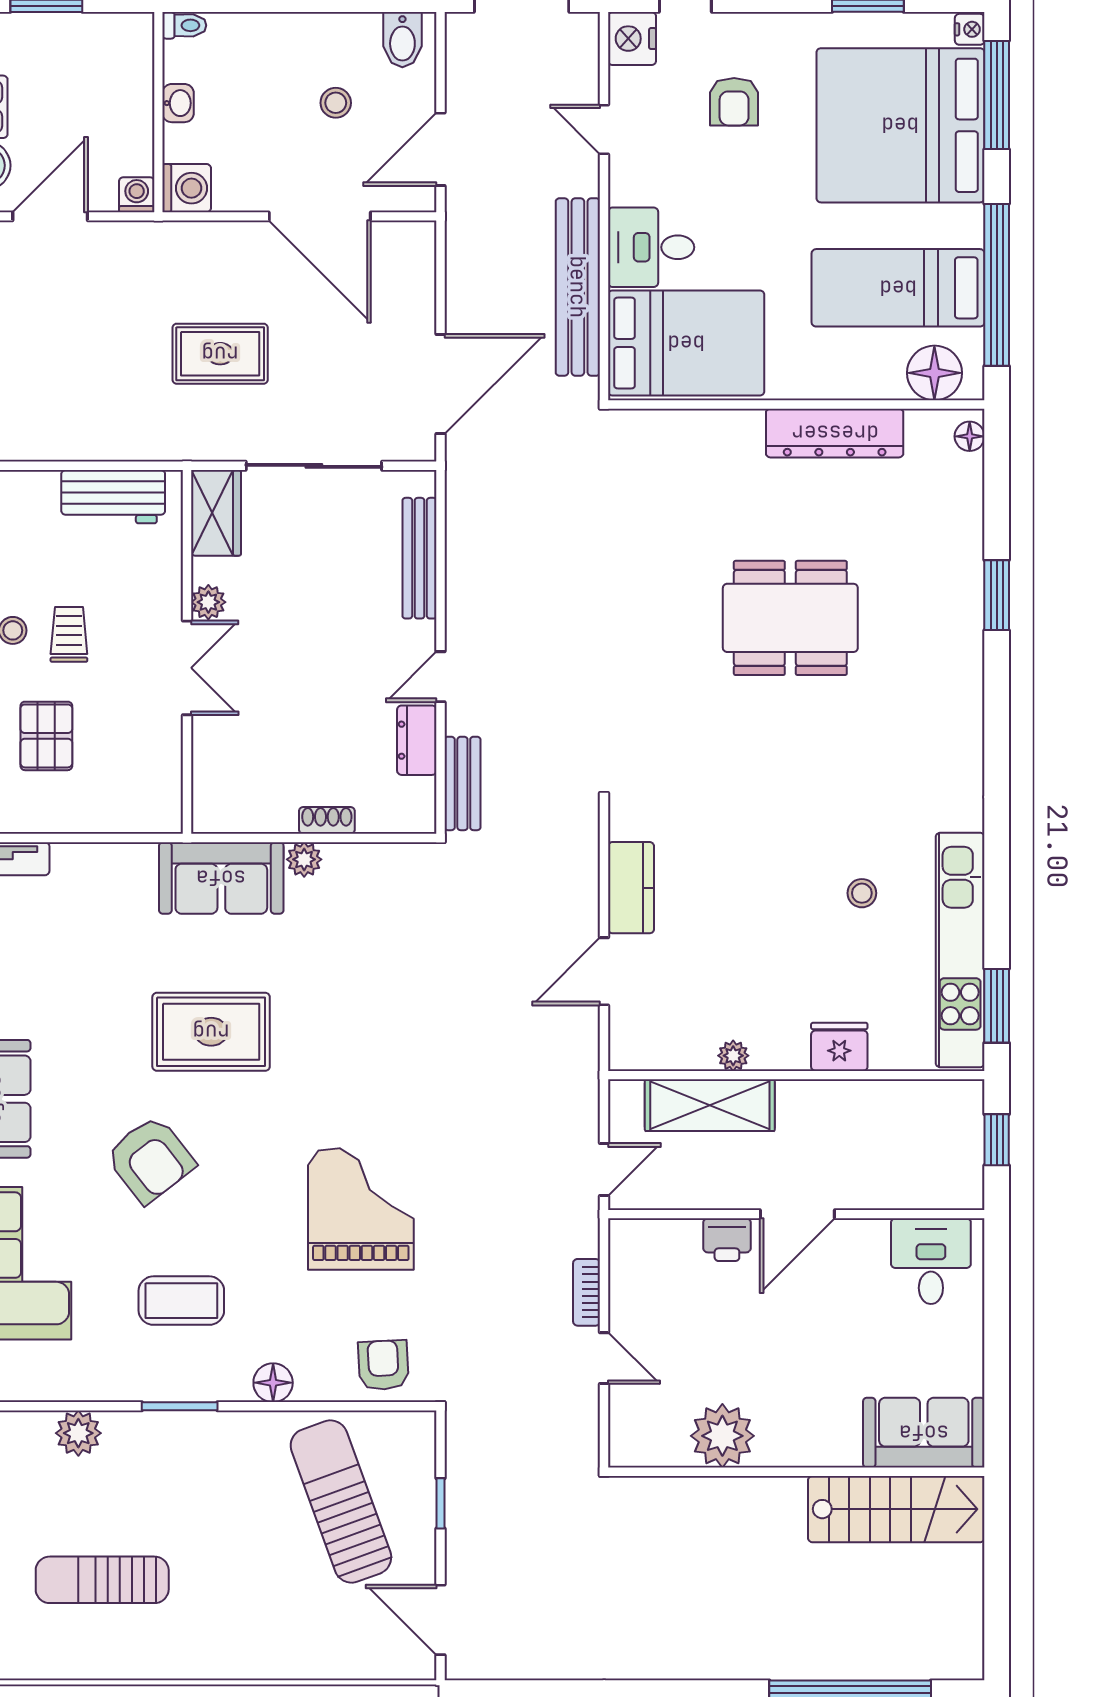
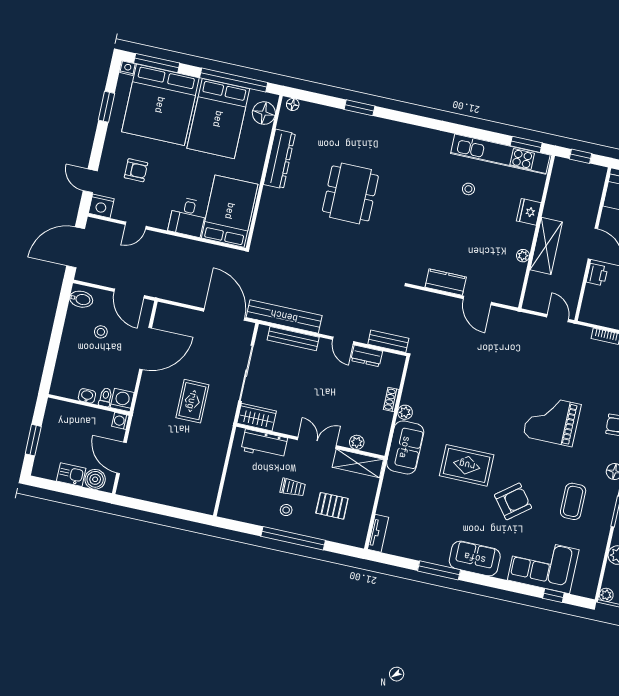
toilet: (184, 25) -> (105, 397), moved
bench: (578, 287) -> (284, 316), moved
bed: (898, 288) -> (218, 119), width x1.50
workbench: (113, 497) -> (264, 444), moved, turned 90
plant: (208, 602) -> (357, 442), moved
trolley: (69, 634) -> (293, 488), turned 180
shelving: (160, 775) -> (358, 463), added
rug: (211, 1032) -> (467, 465), turned 90
shelving: (710, 1105) -> (546, 246), moved

